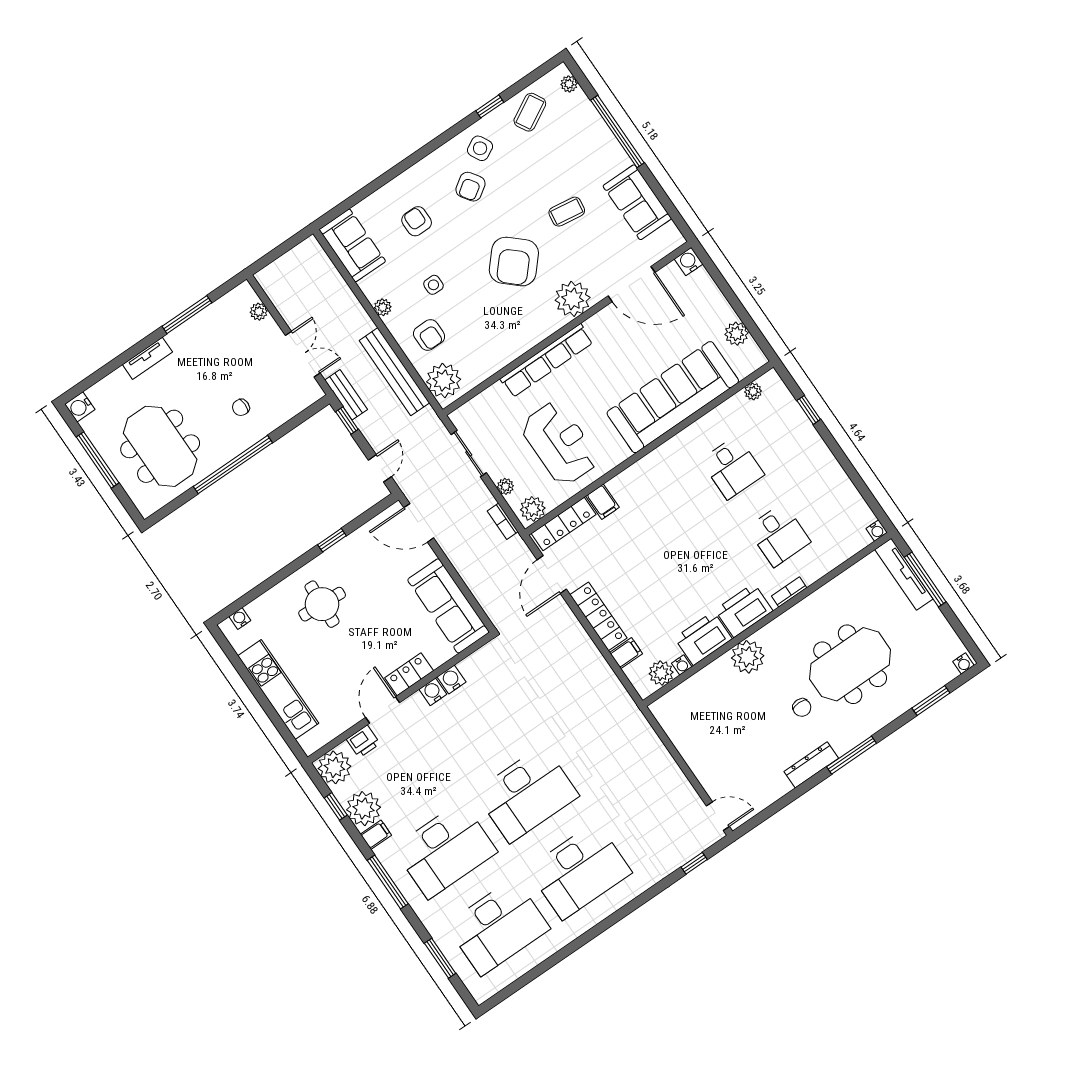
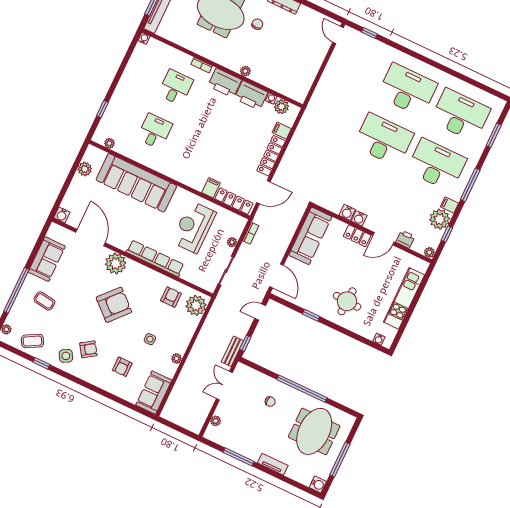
coffee table: (567, 212) -> (44, 301), moved
armchair: (429, 335) -> (171, 297), moved
bench: (394, 372) -> (206, 333), removed
plant: (533, 509) -> (235, 221), removed
plant: (748, 657) -> (245, 71), width x0.53, depth x0.53
plant: (334, 767) -> (429, 252), width x0.53, depth x0.53

